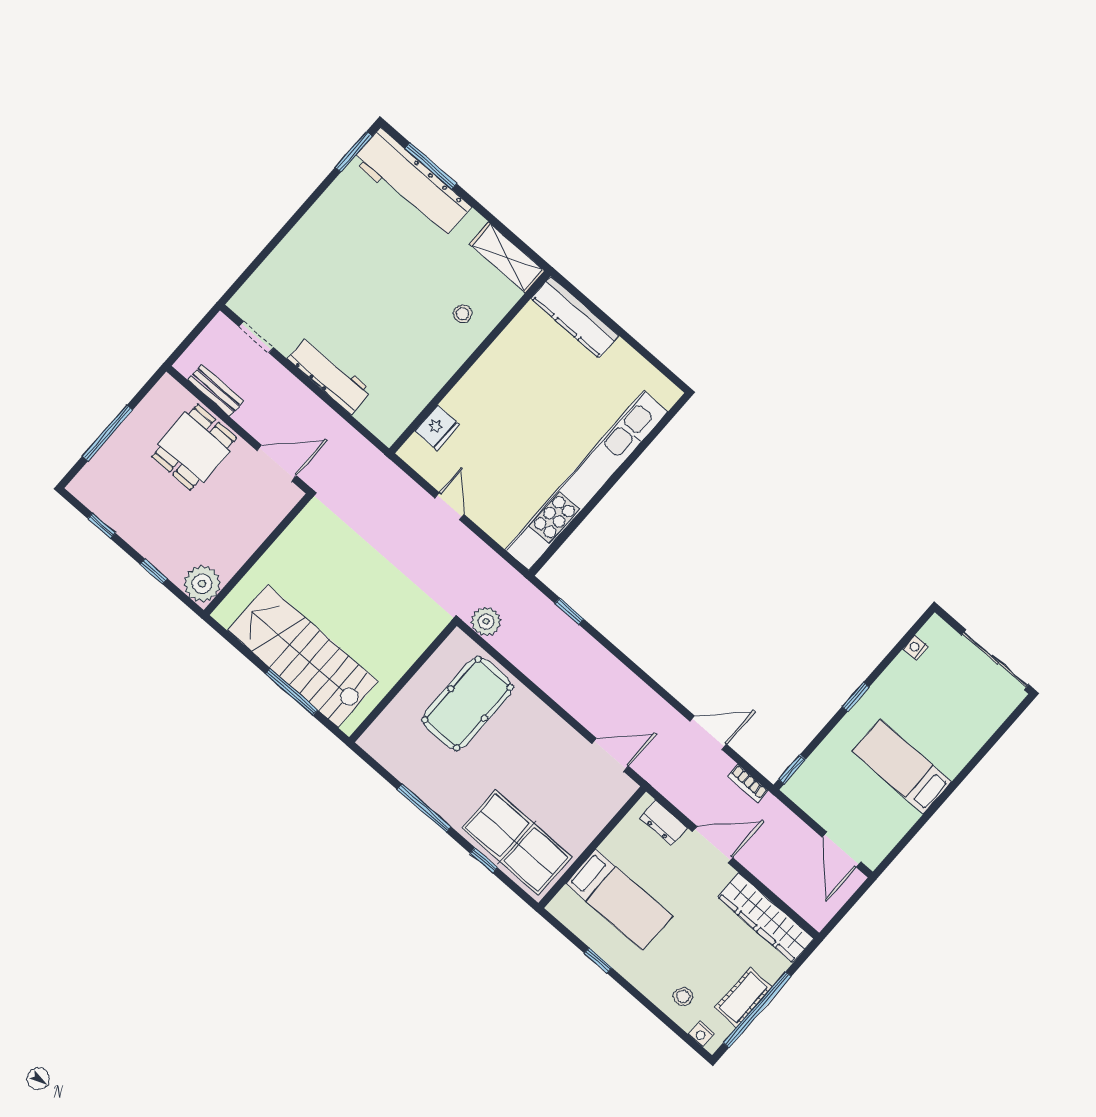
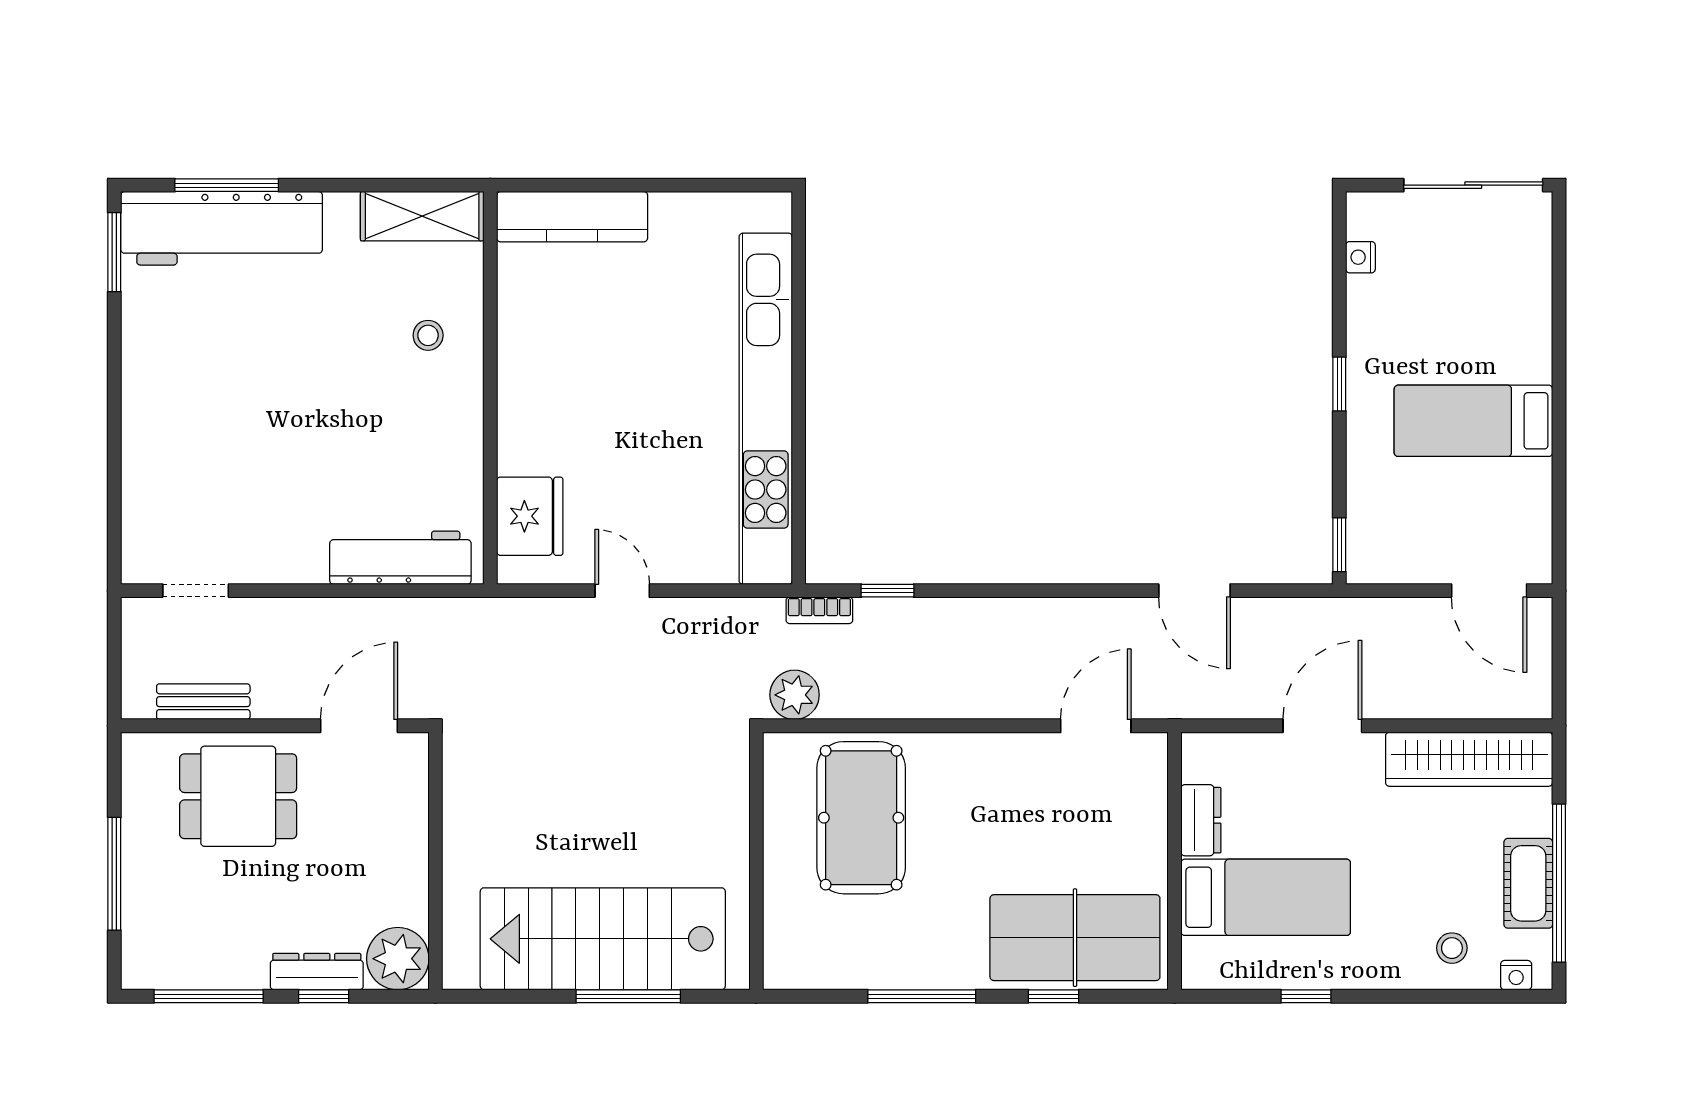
workbench: (330, 375) -> (400, 558), moved
fridge: (437, 428) -> (530, 516), width x1.36, depth x1.34
dining table: (194, 447) -> (238, 796), turned 90
window: (102, 526) -> (209, 996), width x2.17
dresser: (160, 558) -> (317, 972), added
door: (708, 733) -> (1194, 591), swing flipped
bookcase: (748, 783) -> (819, 610), moved
dresser: (663, 822) -> (1201, 820), moved, turned -90

